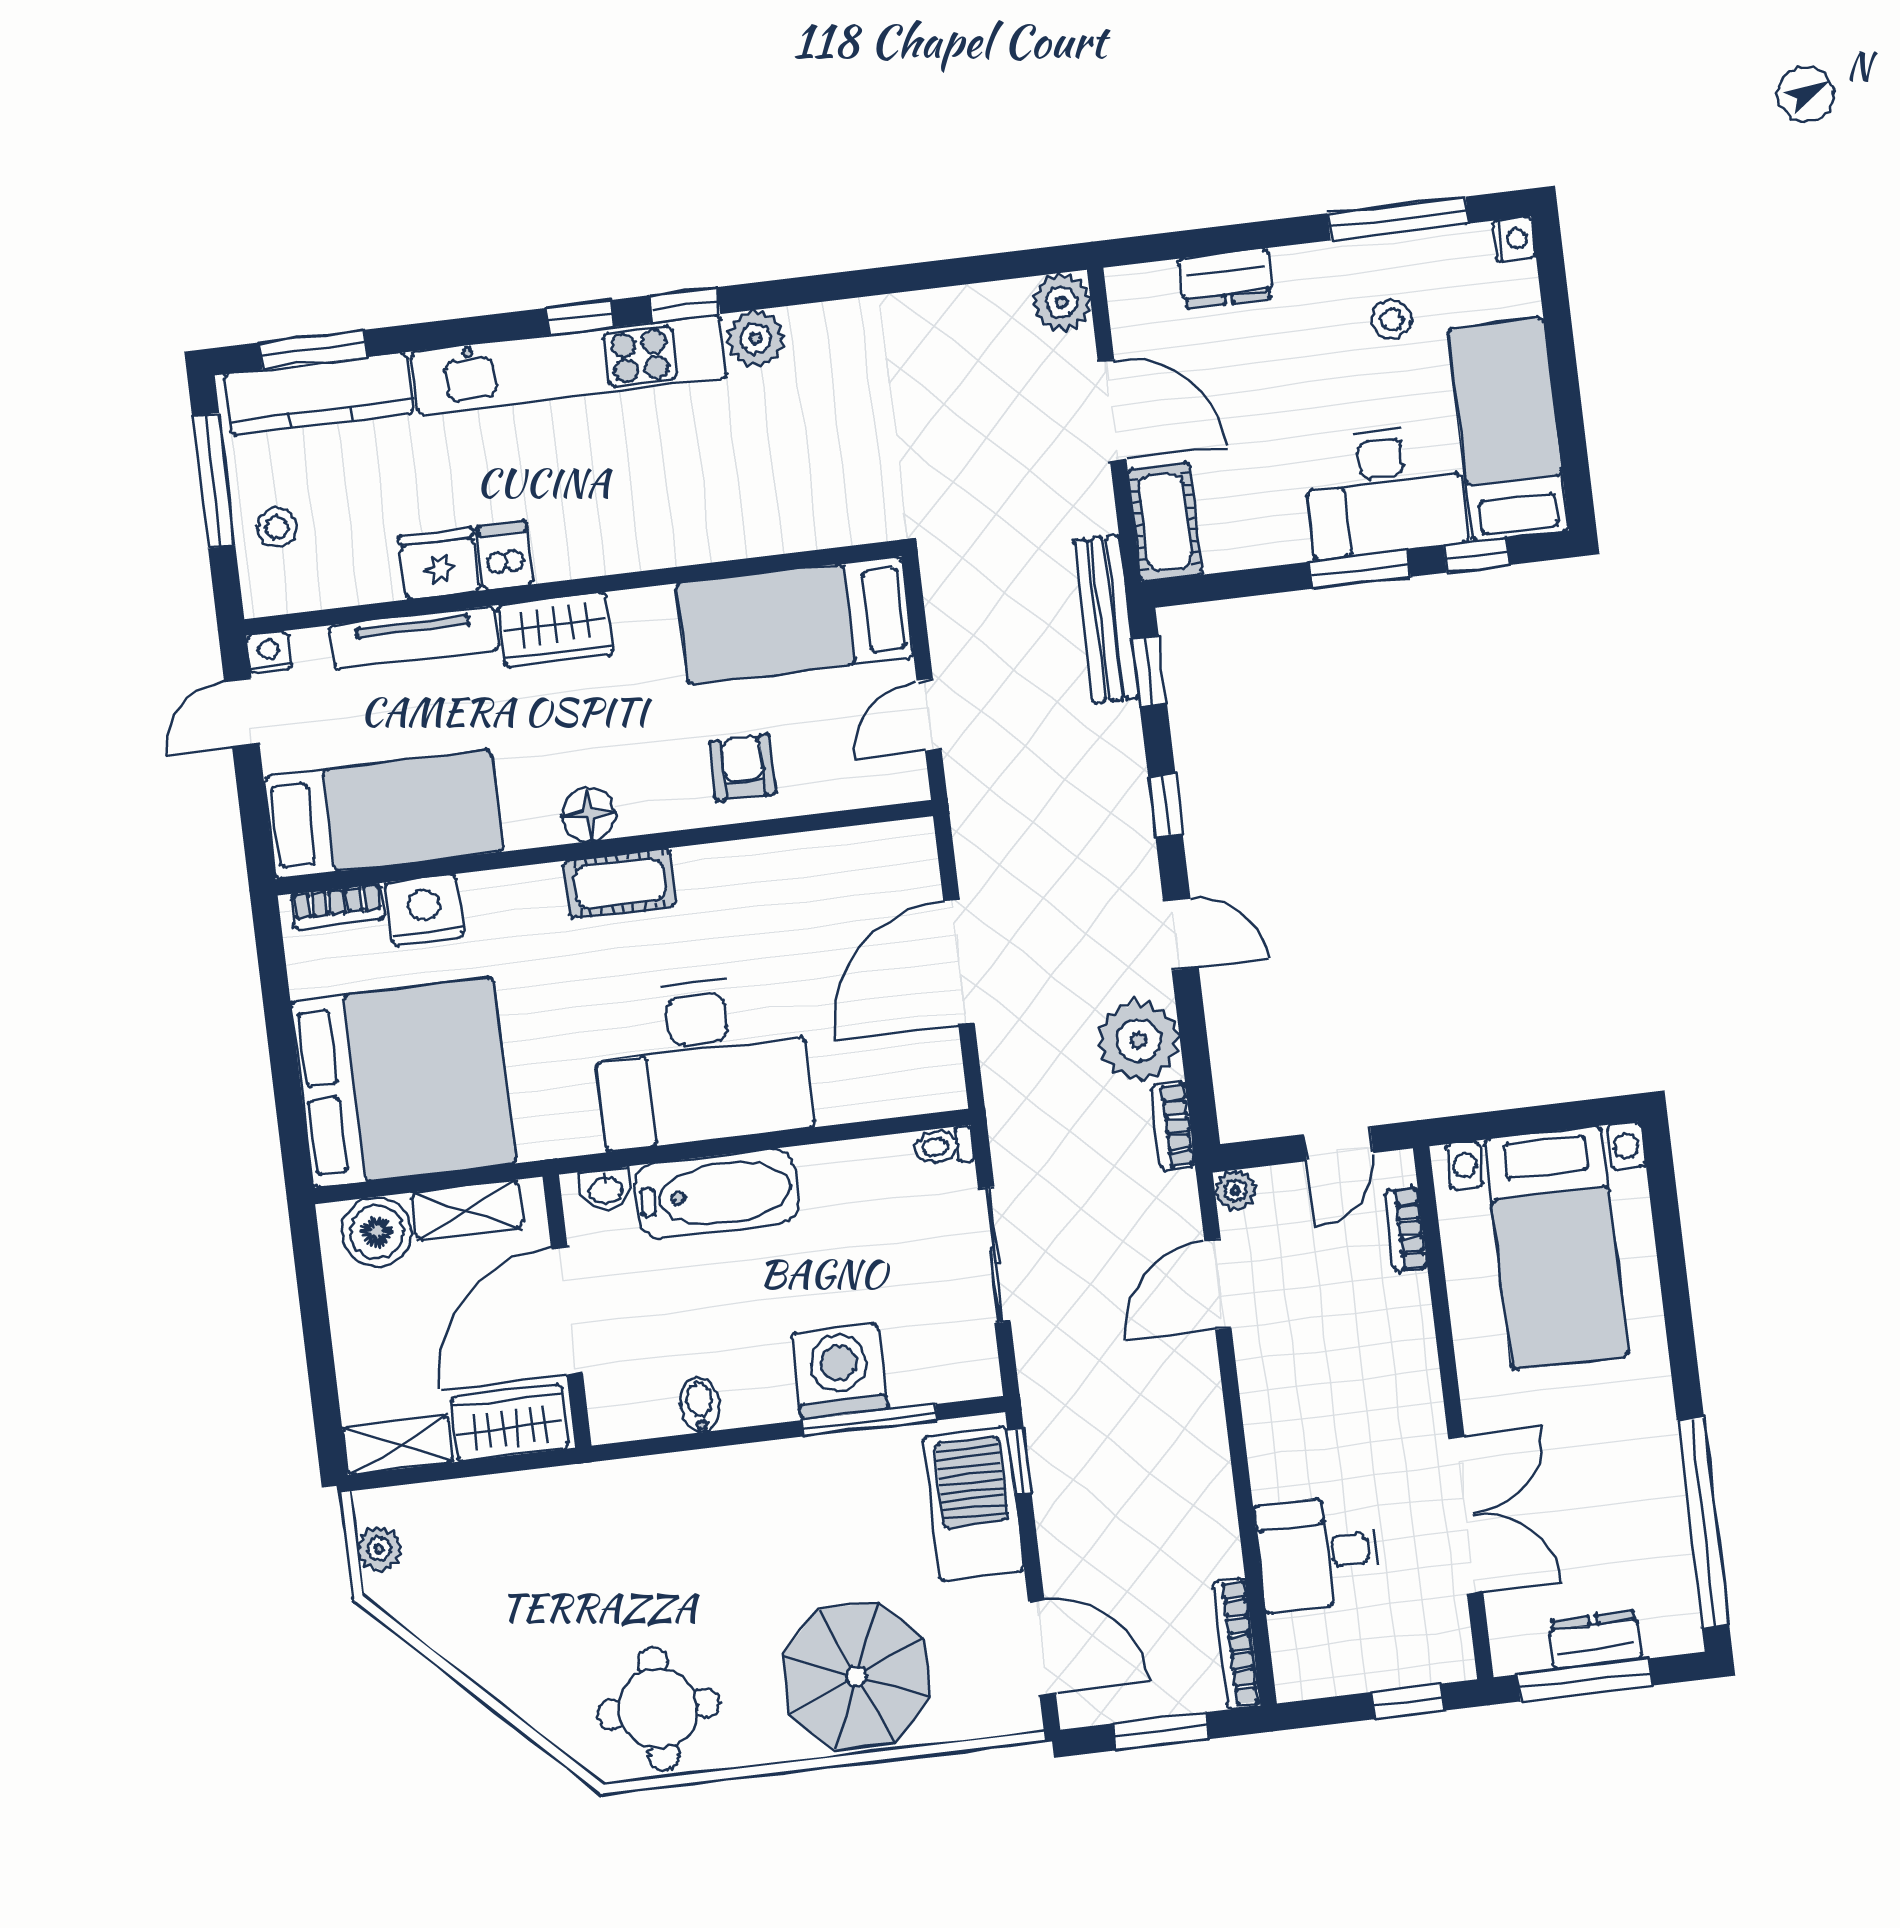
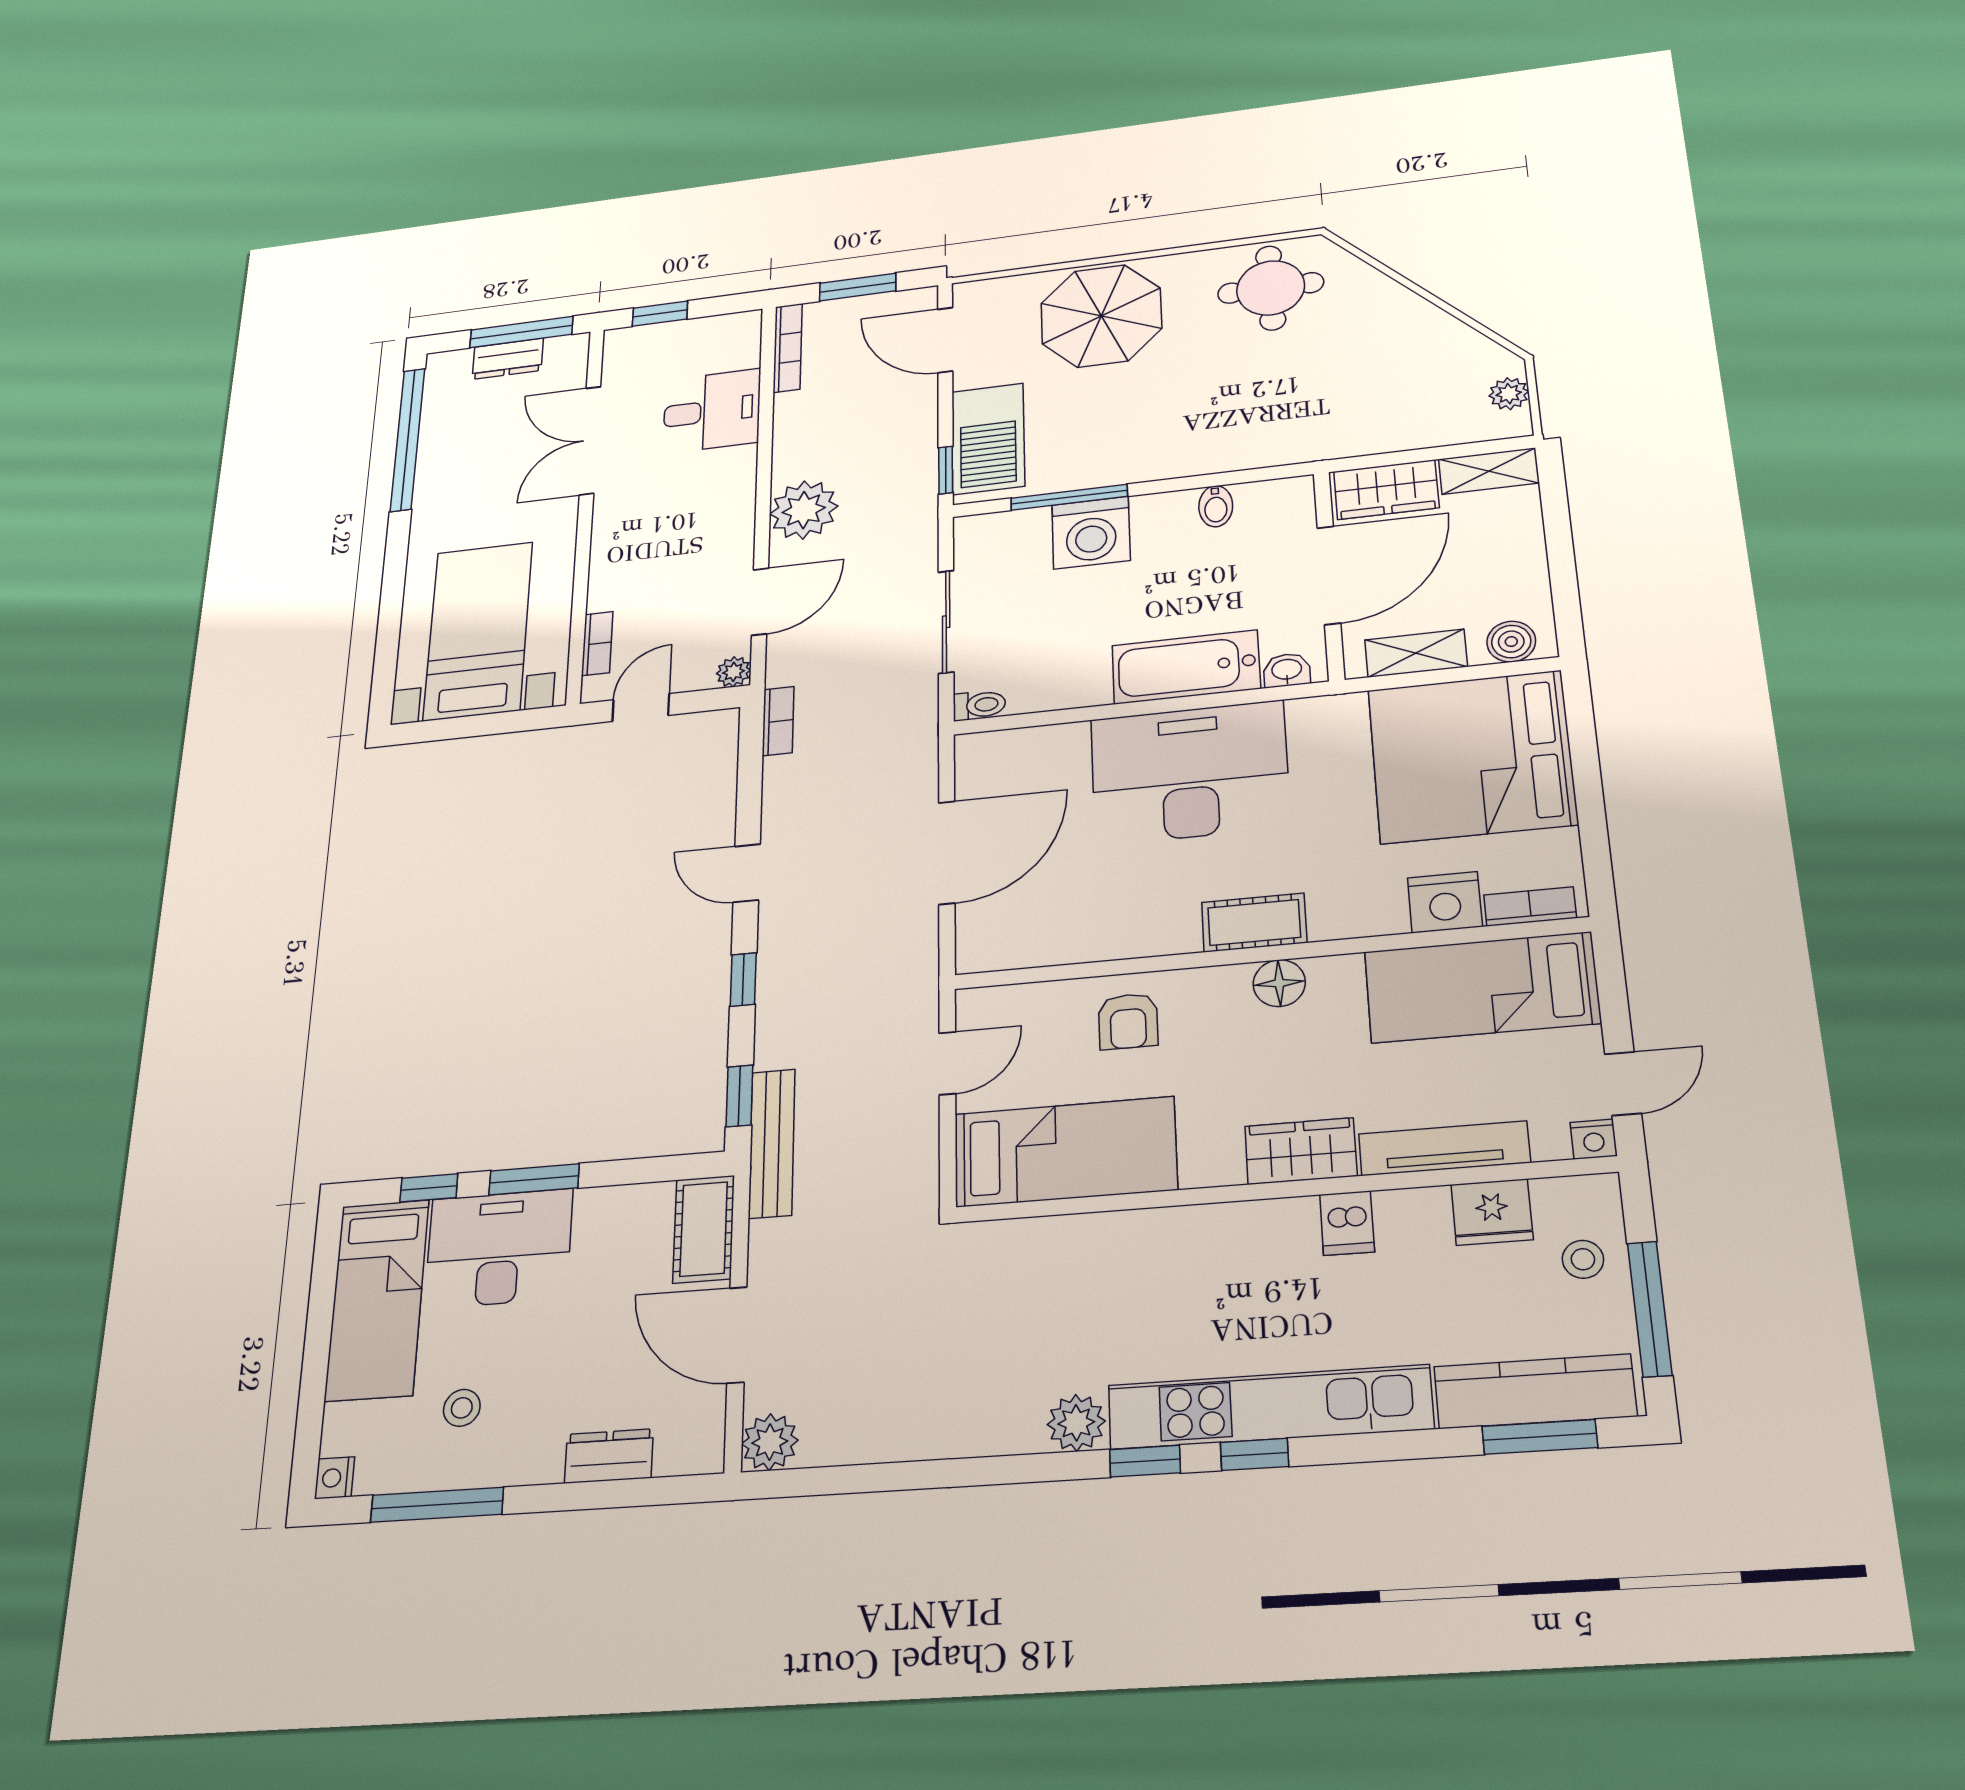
fridge: (439, 563) -> (1492, 1212), moved
plant: (1139, 1041) -> (804, 510), moved
boiler: (377, 1232) -> (1511, 642), width x0.73, depth x0.73

